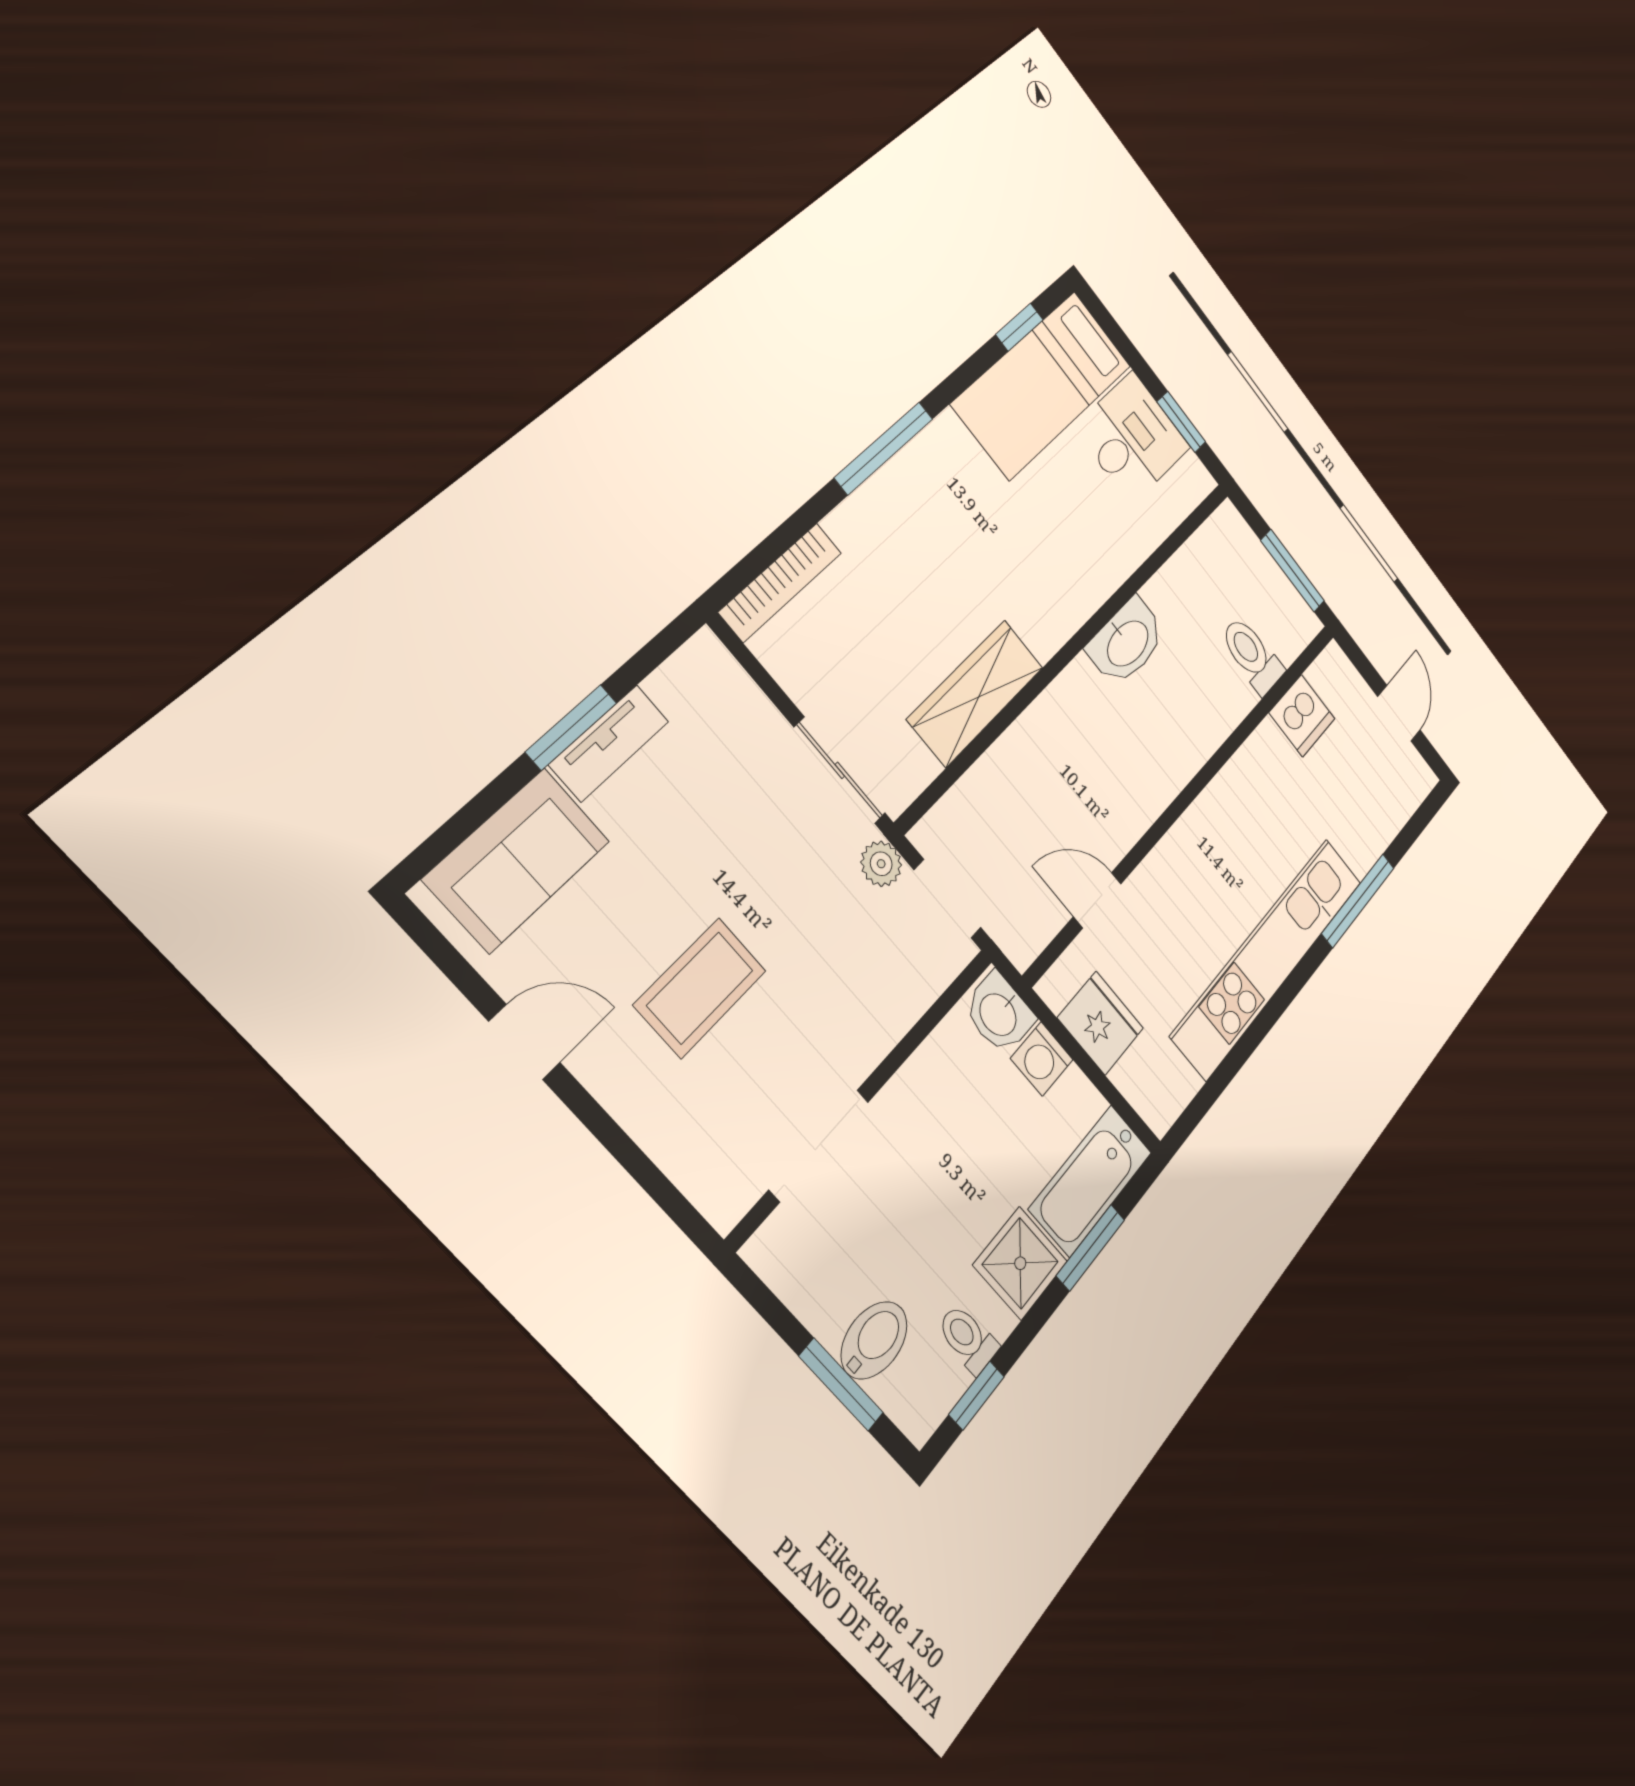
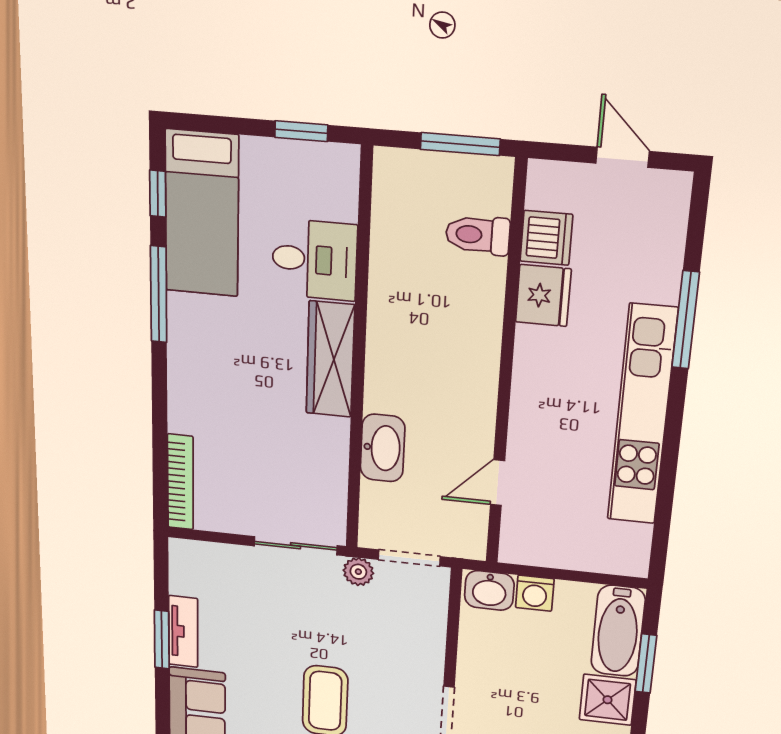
desk: (1132, 438) -> (315, 260), moved, turned 90
window: (884, 448) -> (159, 294), moved
washbasin: (1127, 642) -> (383, 448), moved
wardrobe: (976, 693) -> (330, 359), moved
fridge: (1101, 1023) -> (543, 296), moved, turned 90

